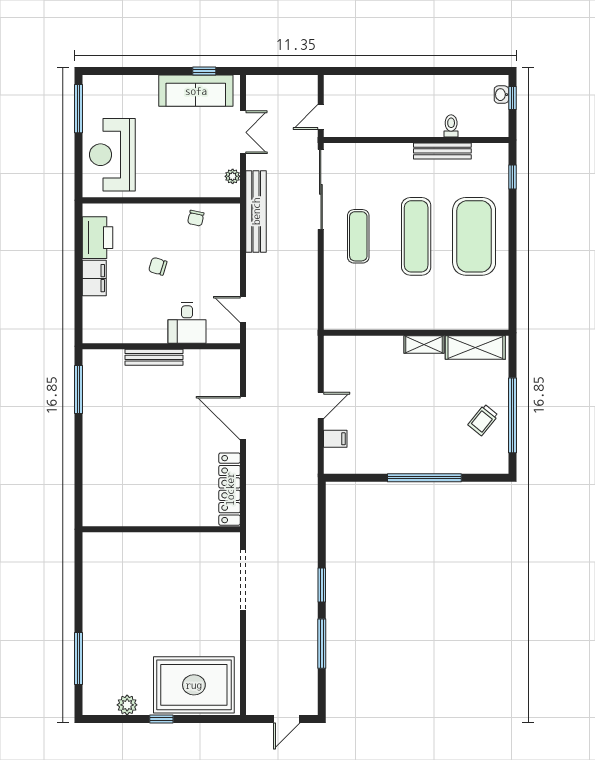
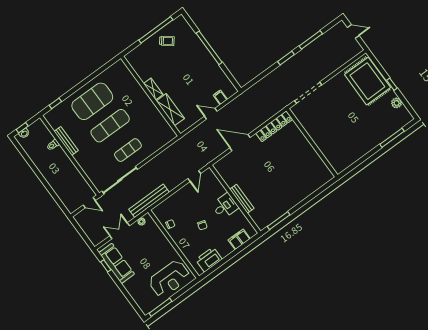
filing cabinet: (94, 278) -> (239, 239), moved
desk: (187, 323) -> (225, 206), moved
shelving: (475, 348) -> (170, 110), moved
door: (243, 418) -> (240, 143), swing flipped

